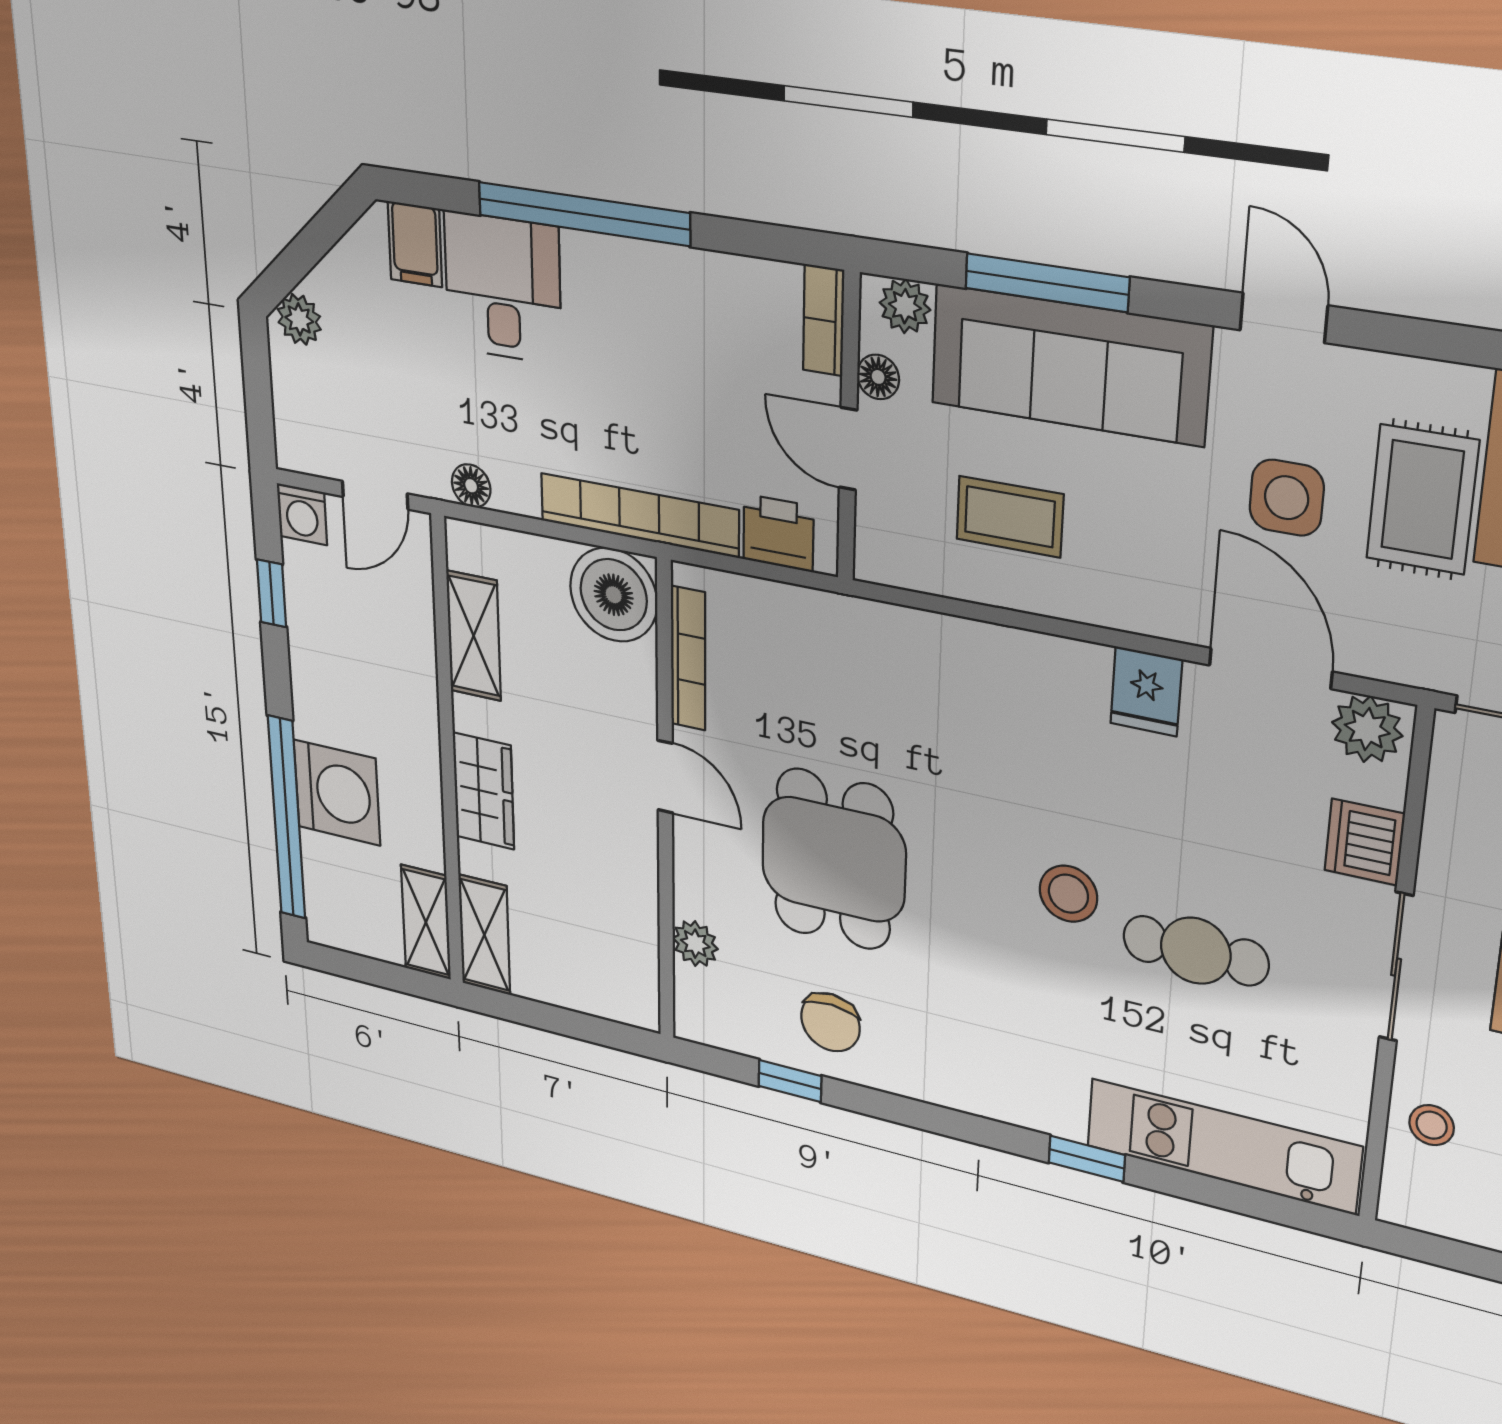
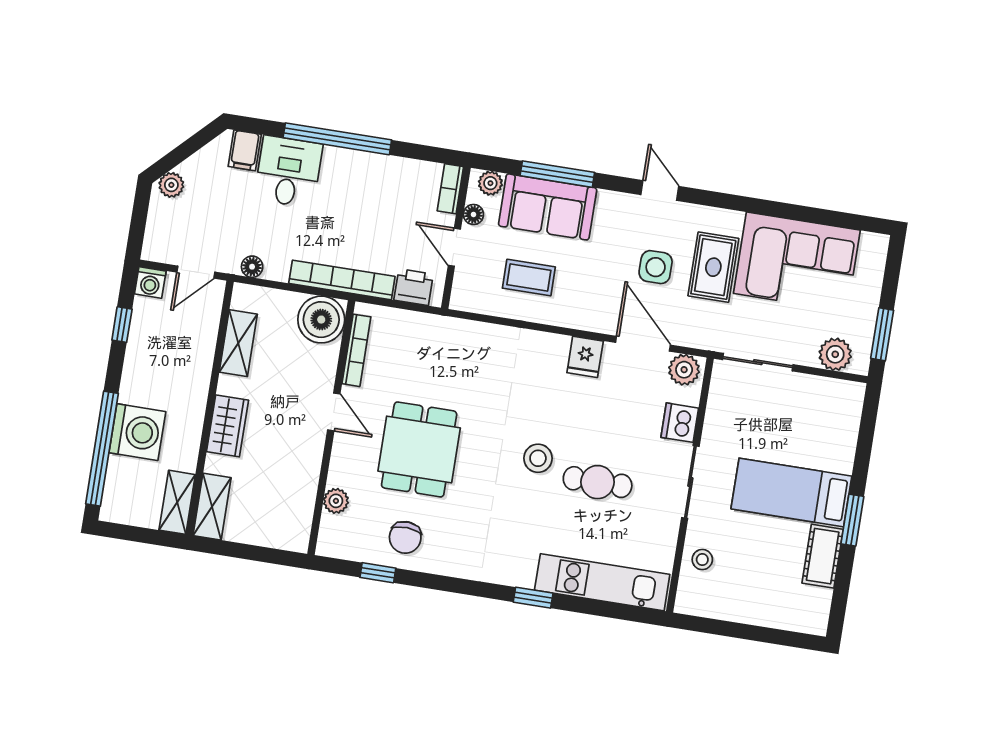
sofa: (1069, 365) -> (548, 207), width x0.73

